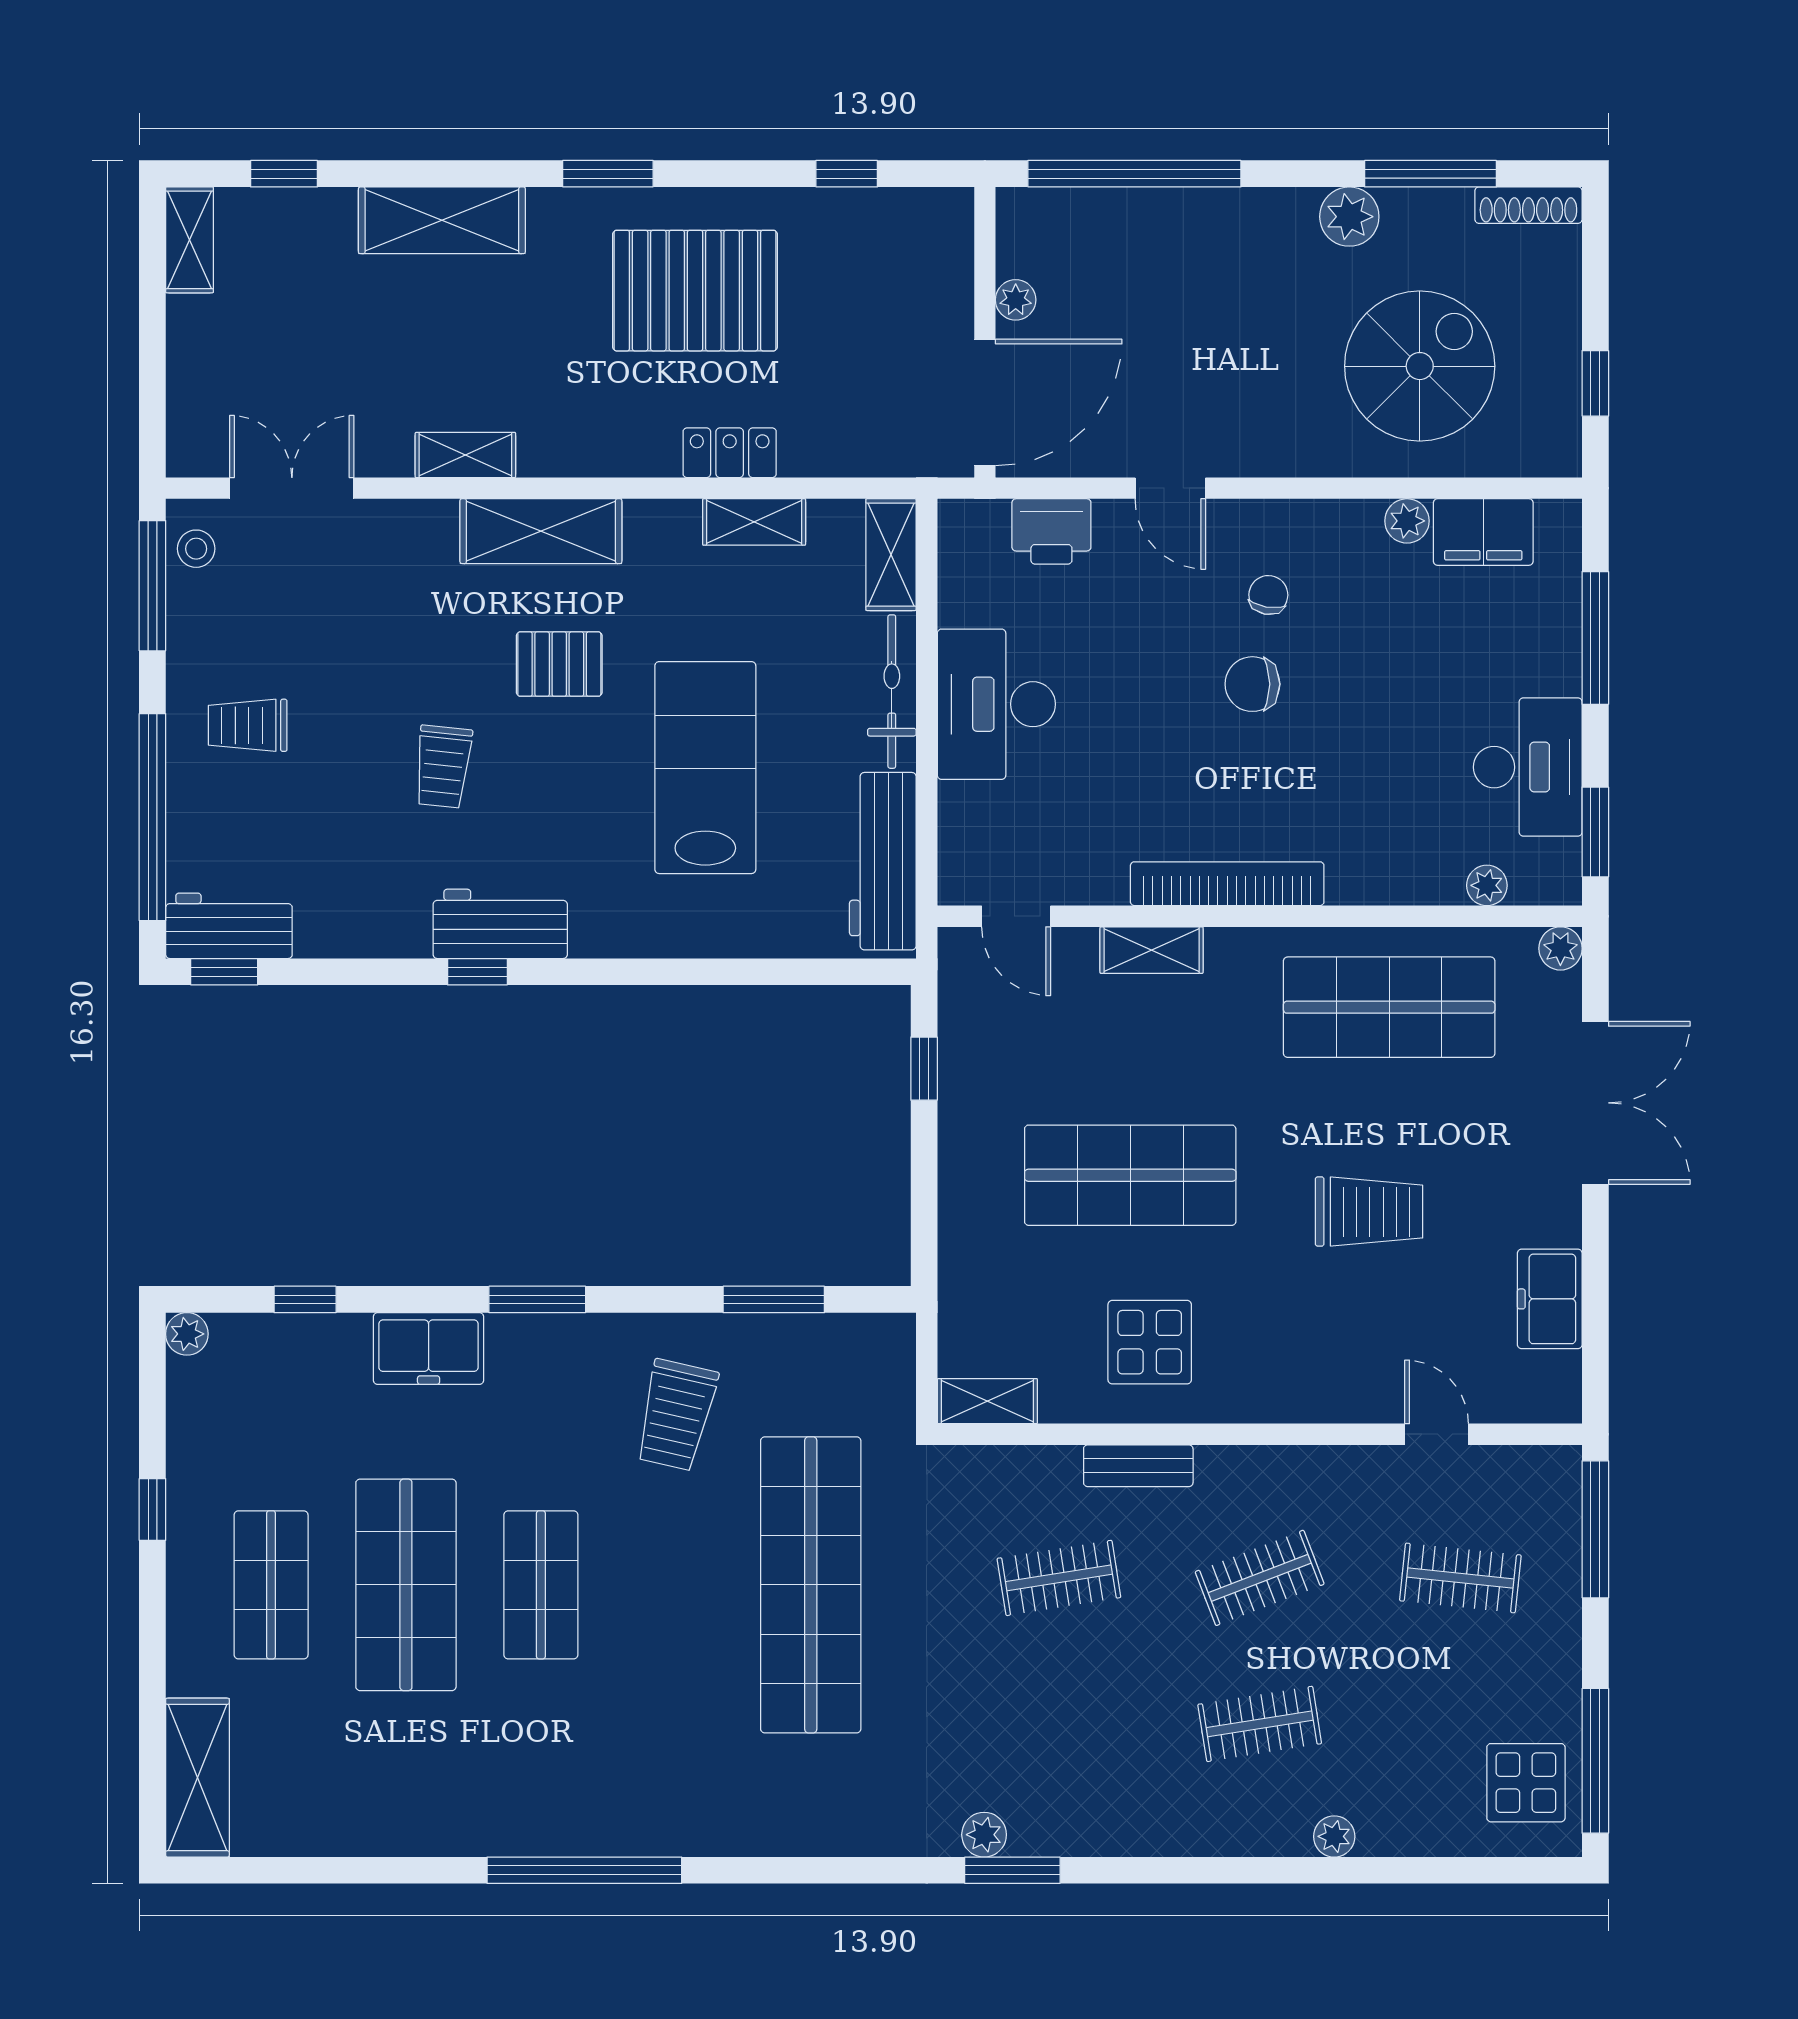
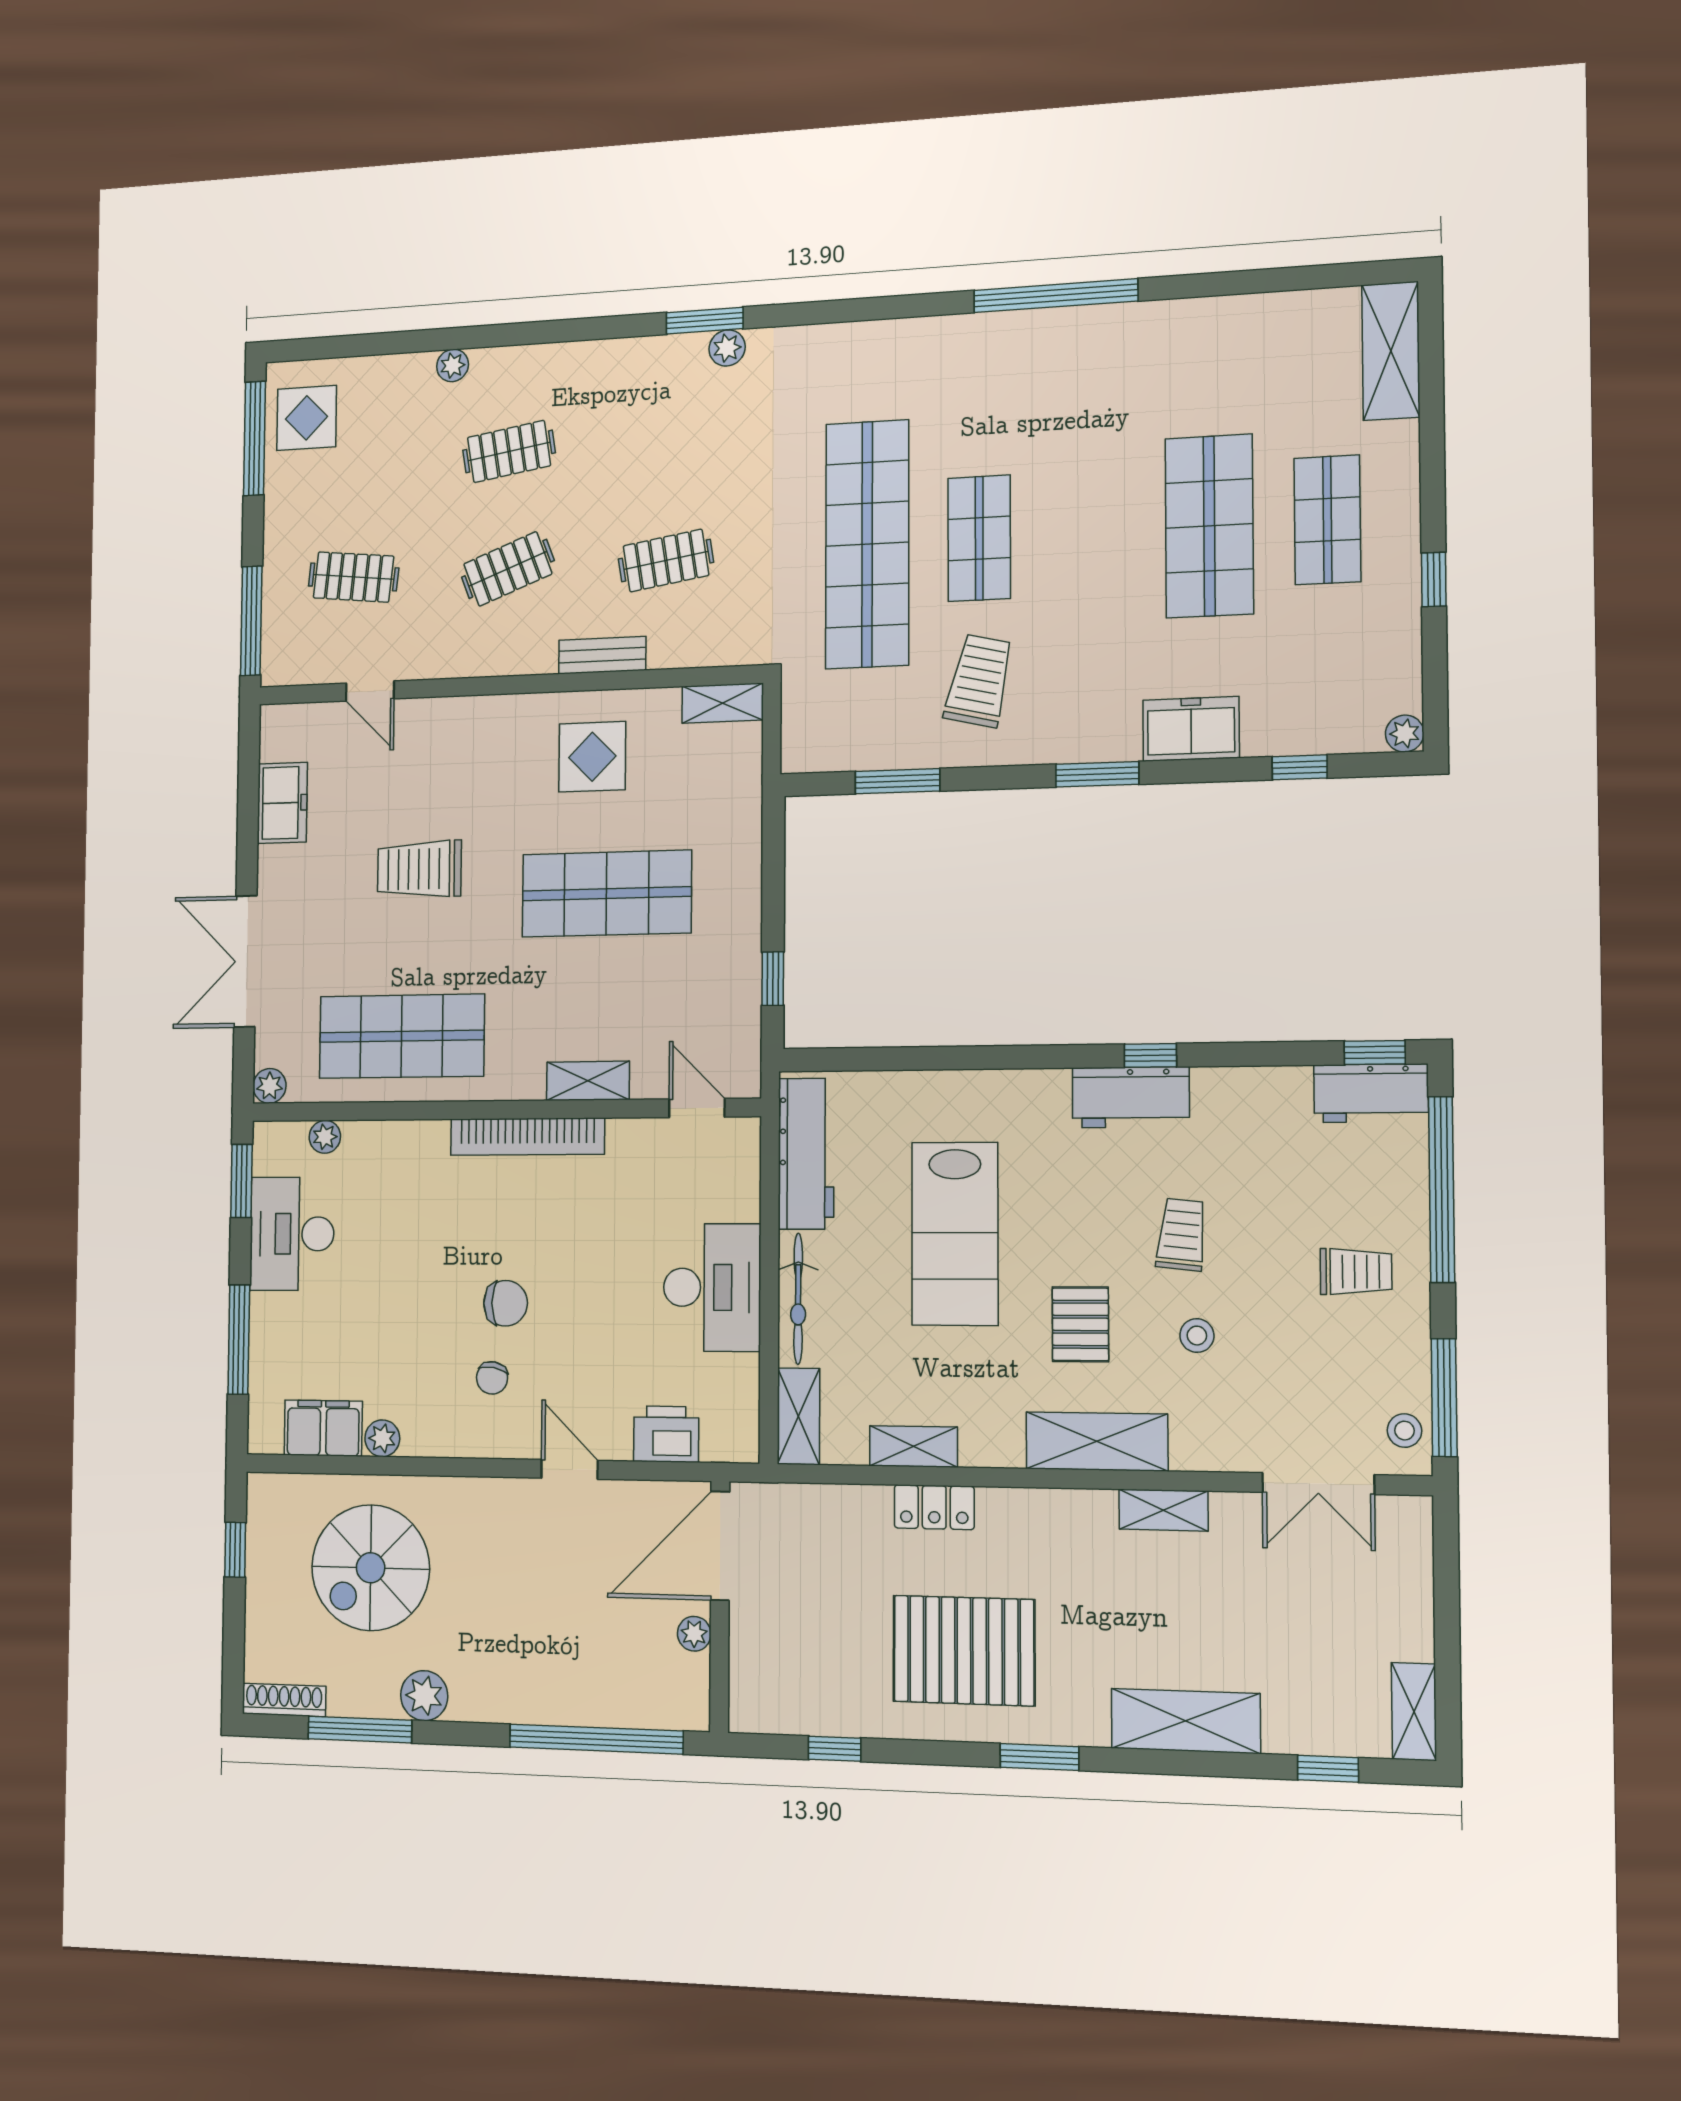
stool: (426, 652) -> (1197, 1336), added
pallet: (559, 664) -> (1080, 1324), turned 90
shop shelf: (541, 1585) -> (979, 538), moved

